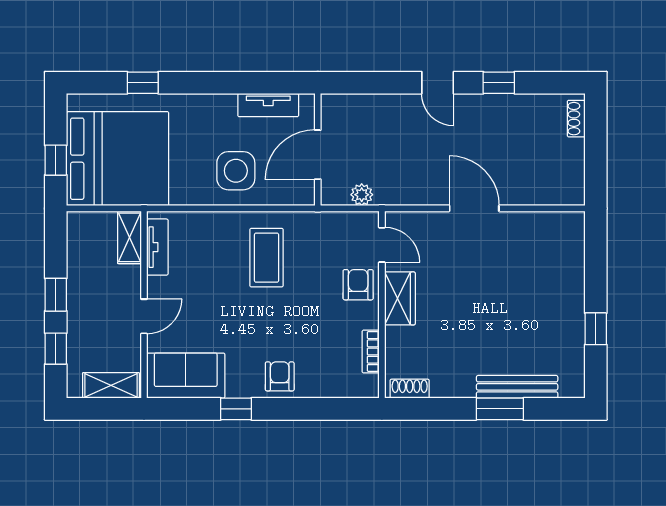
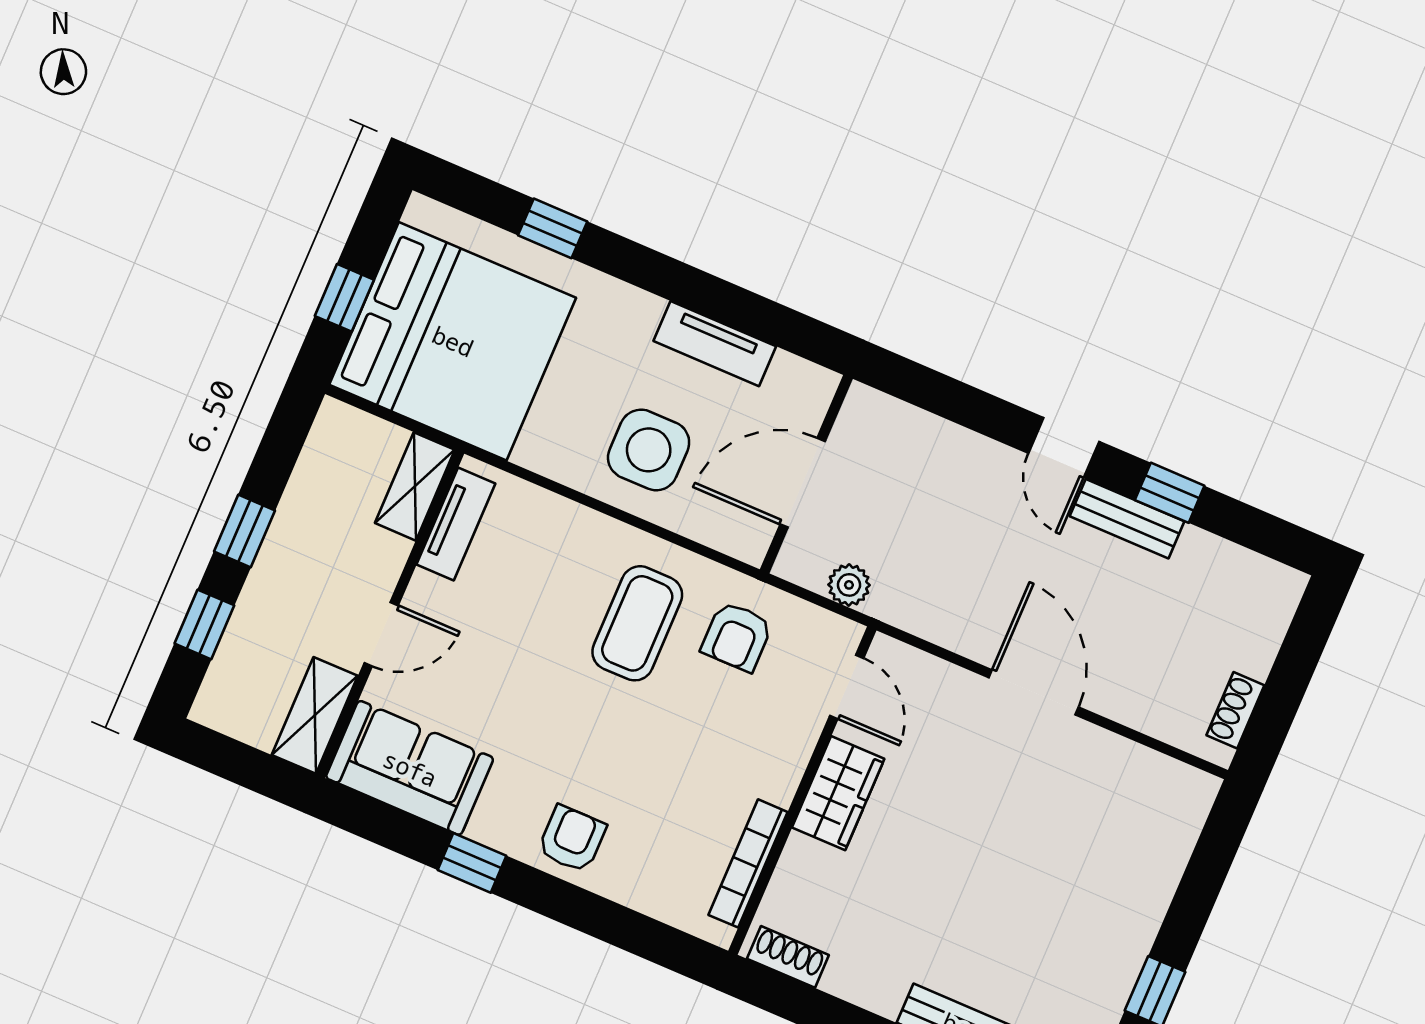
bench: (483, 104) -> (1127, 519), added
tv unit: (268, 105) -> (715, 344), moved
shoe rack: (576, 119) -> (1235, 710), moved
armchair: (358, 285) -> (737, 637), moved, turned 180
bookcase: (371, 352) -> (748, 863), width x1.56
shelving: (111, 385) -> (315, 715), moved, turned 90

